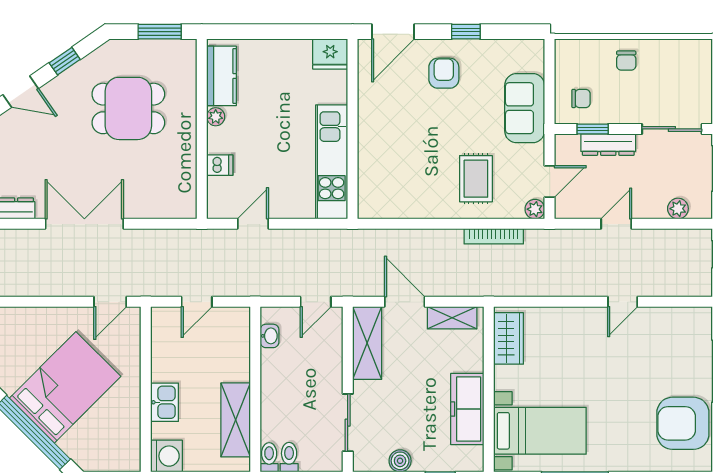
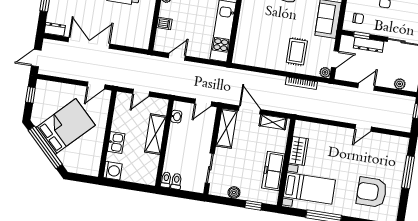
wardrobe: (509, 338) -> (299, 151), moved
shelving: (236, 420) -> (155, 134), moved
armchair: (683, 423) -> (372, 192), moved

